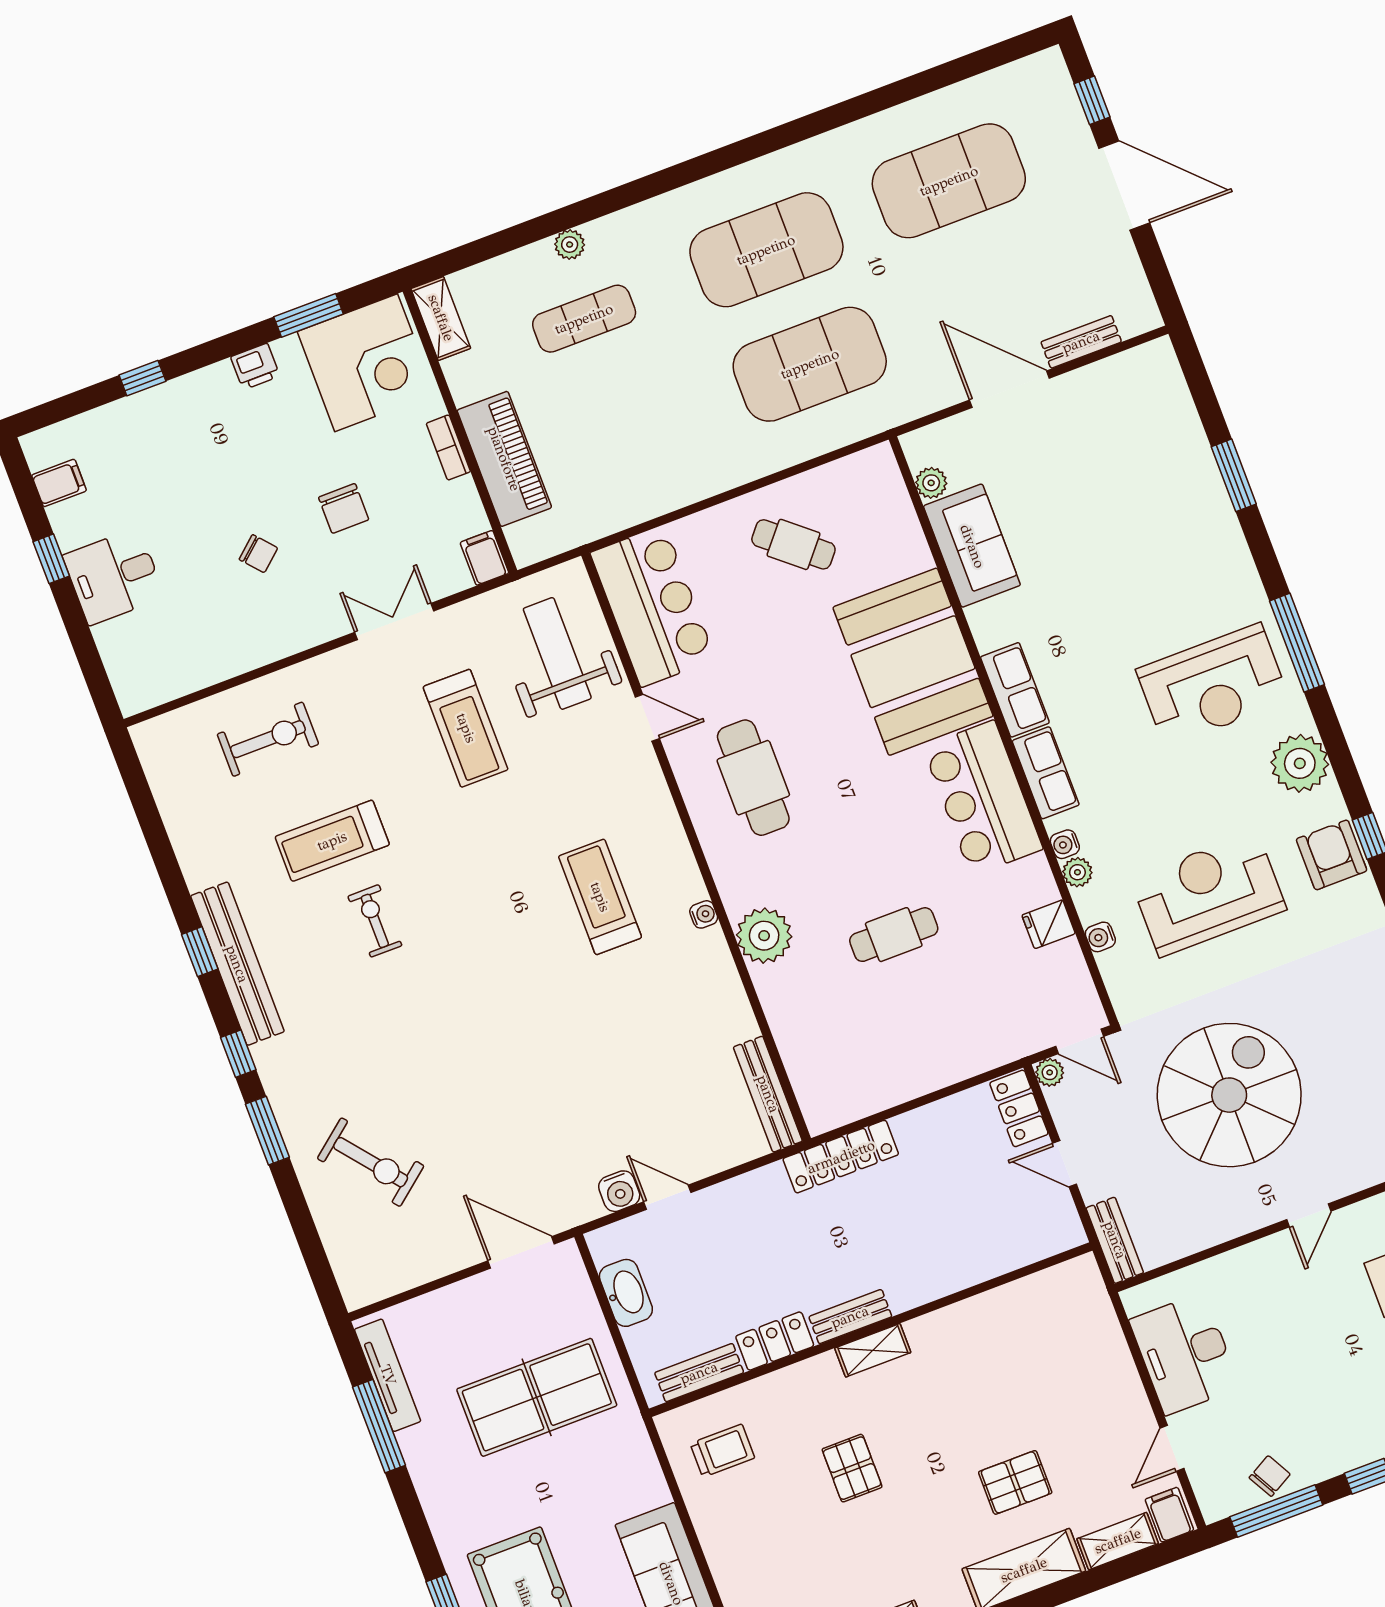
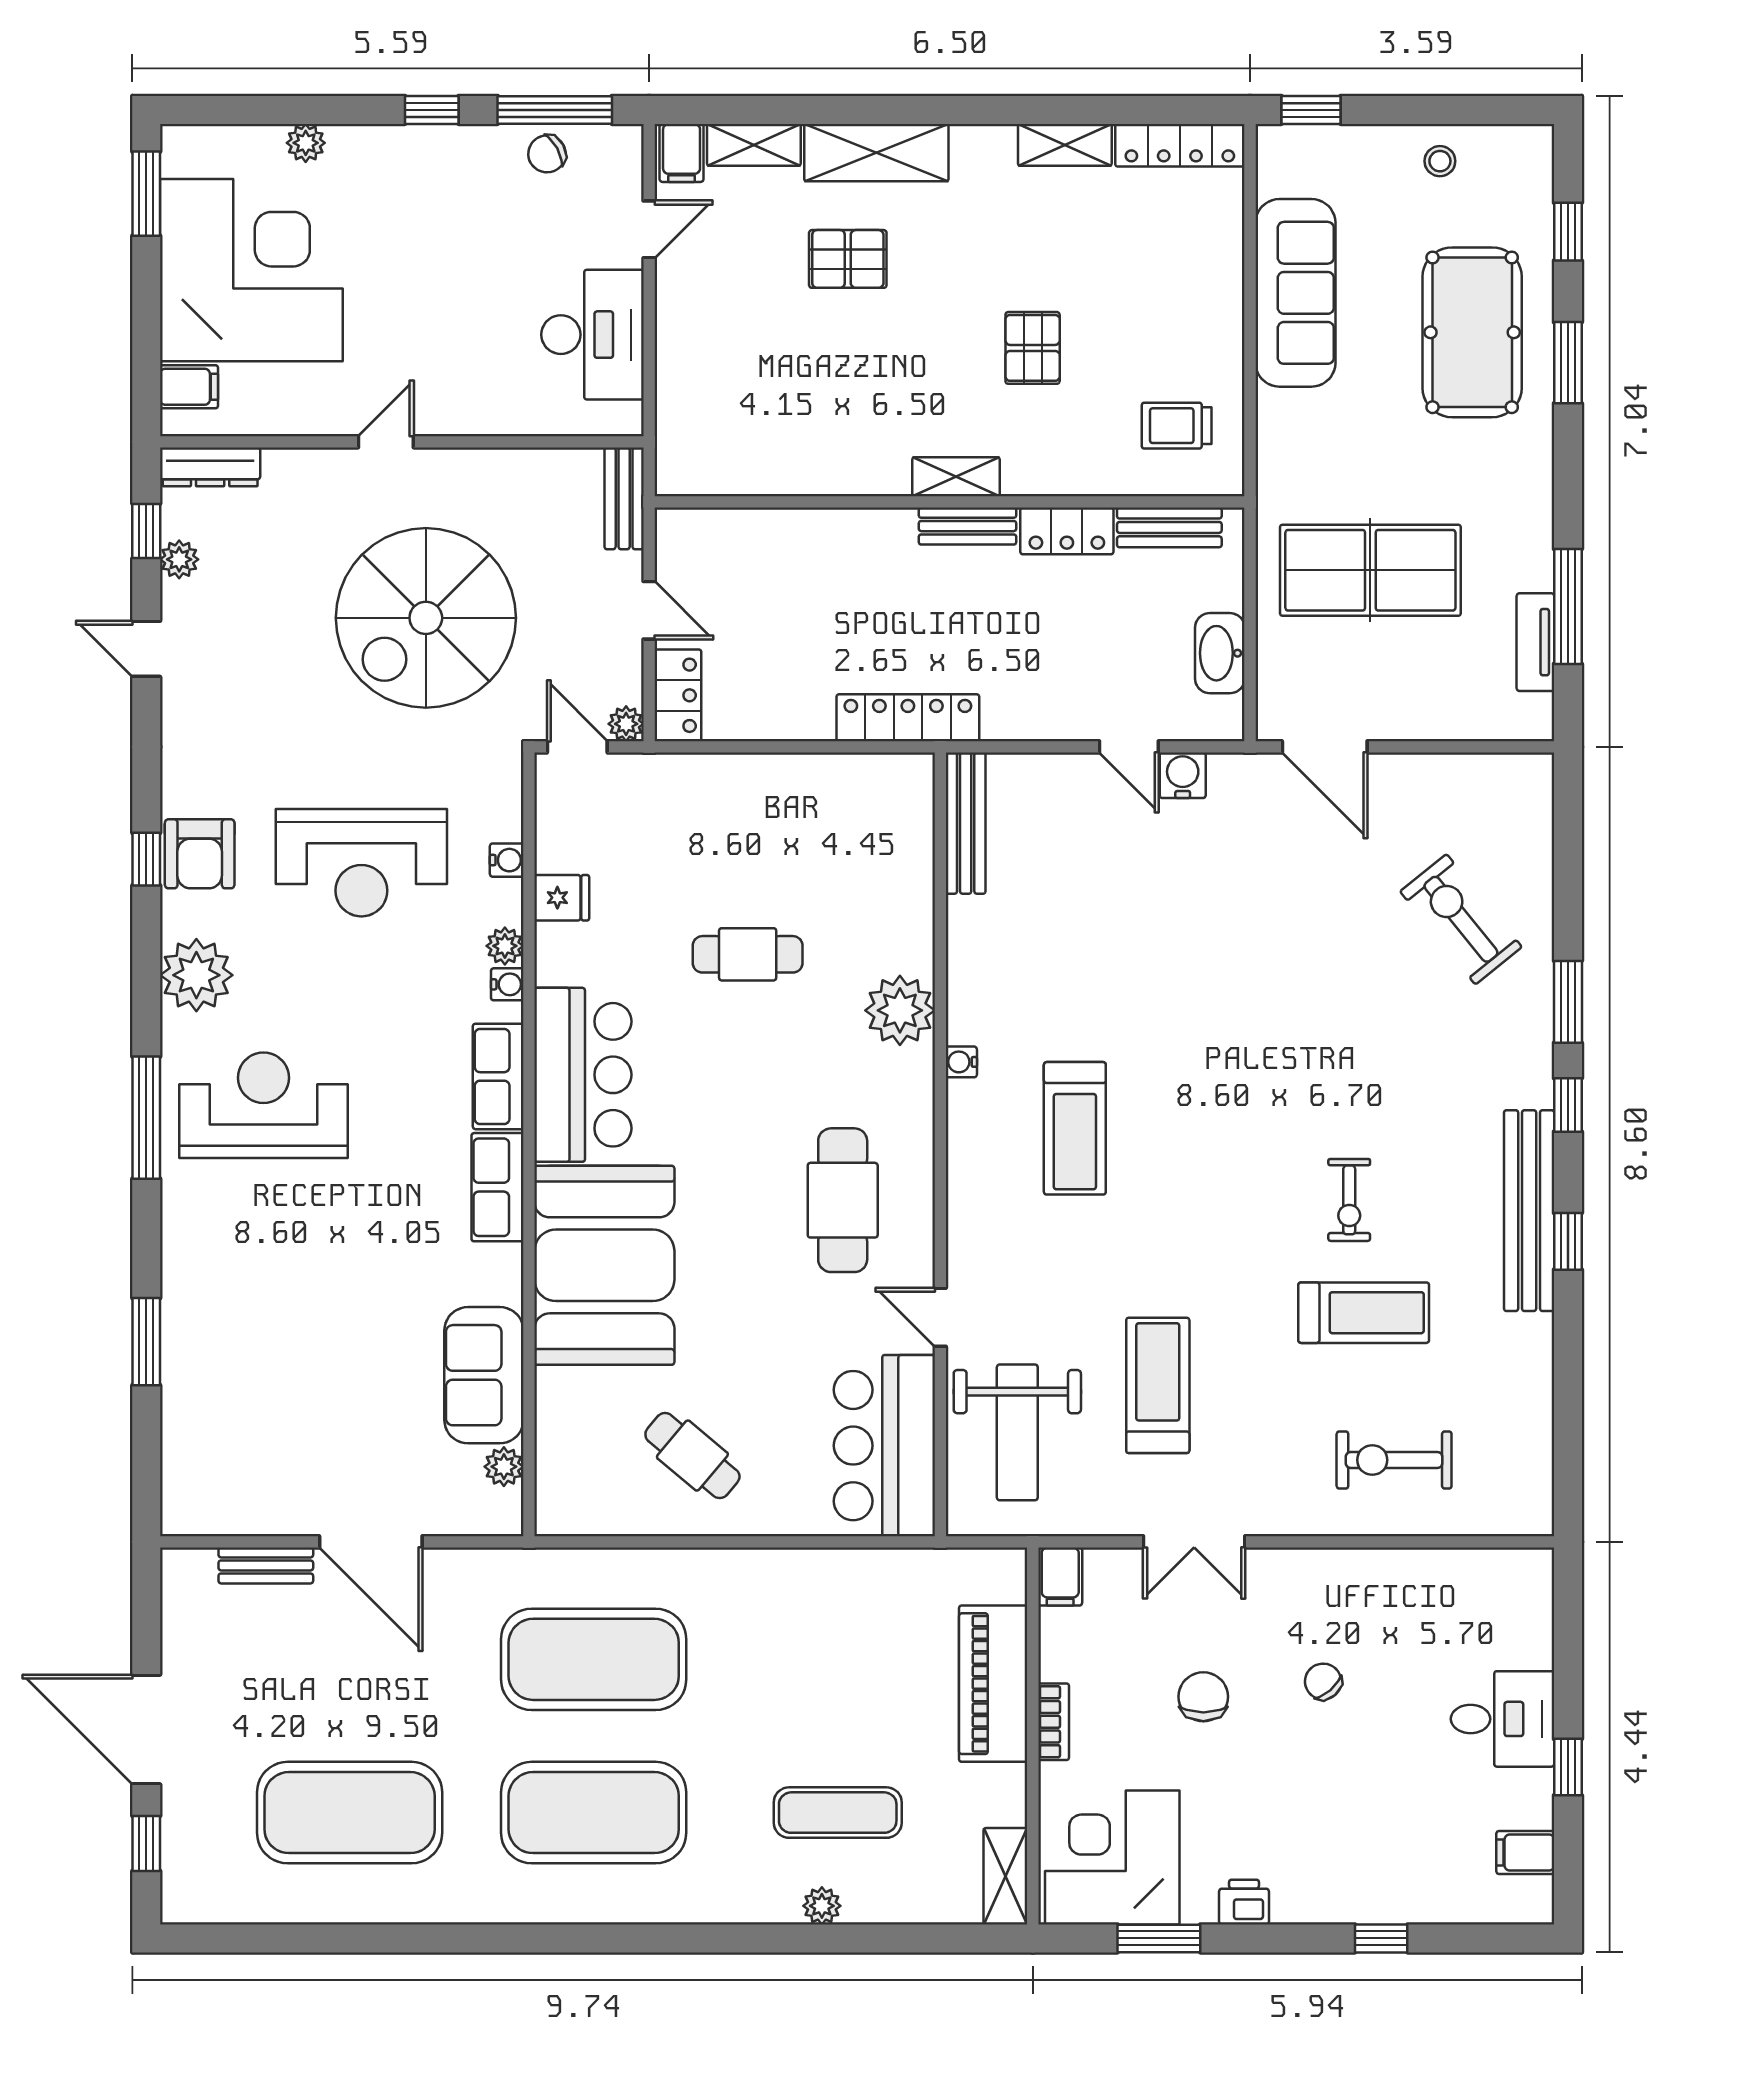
tv unit: (388, 1375) -> (1535, 642), width x0.71

